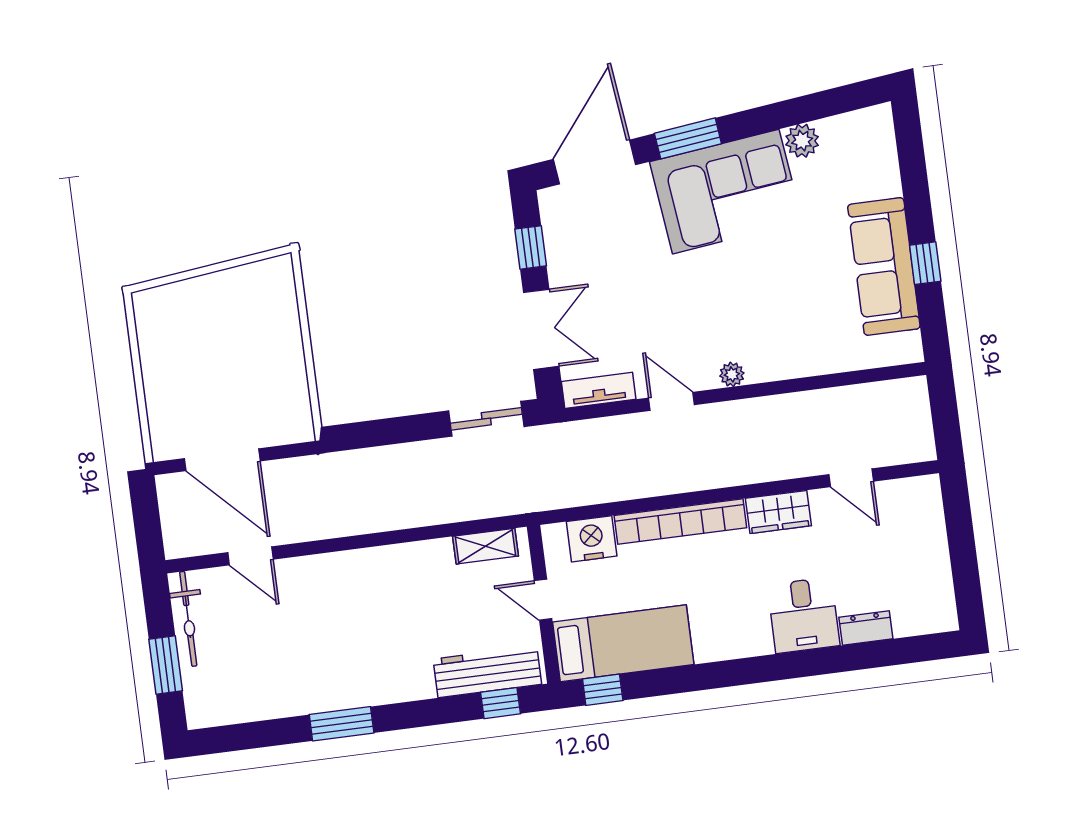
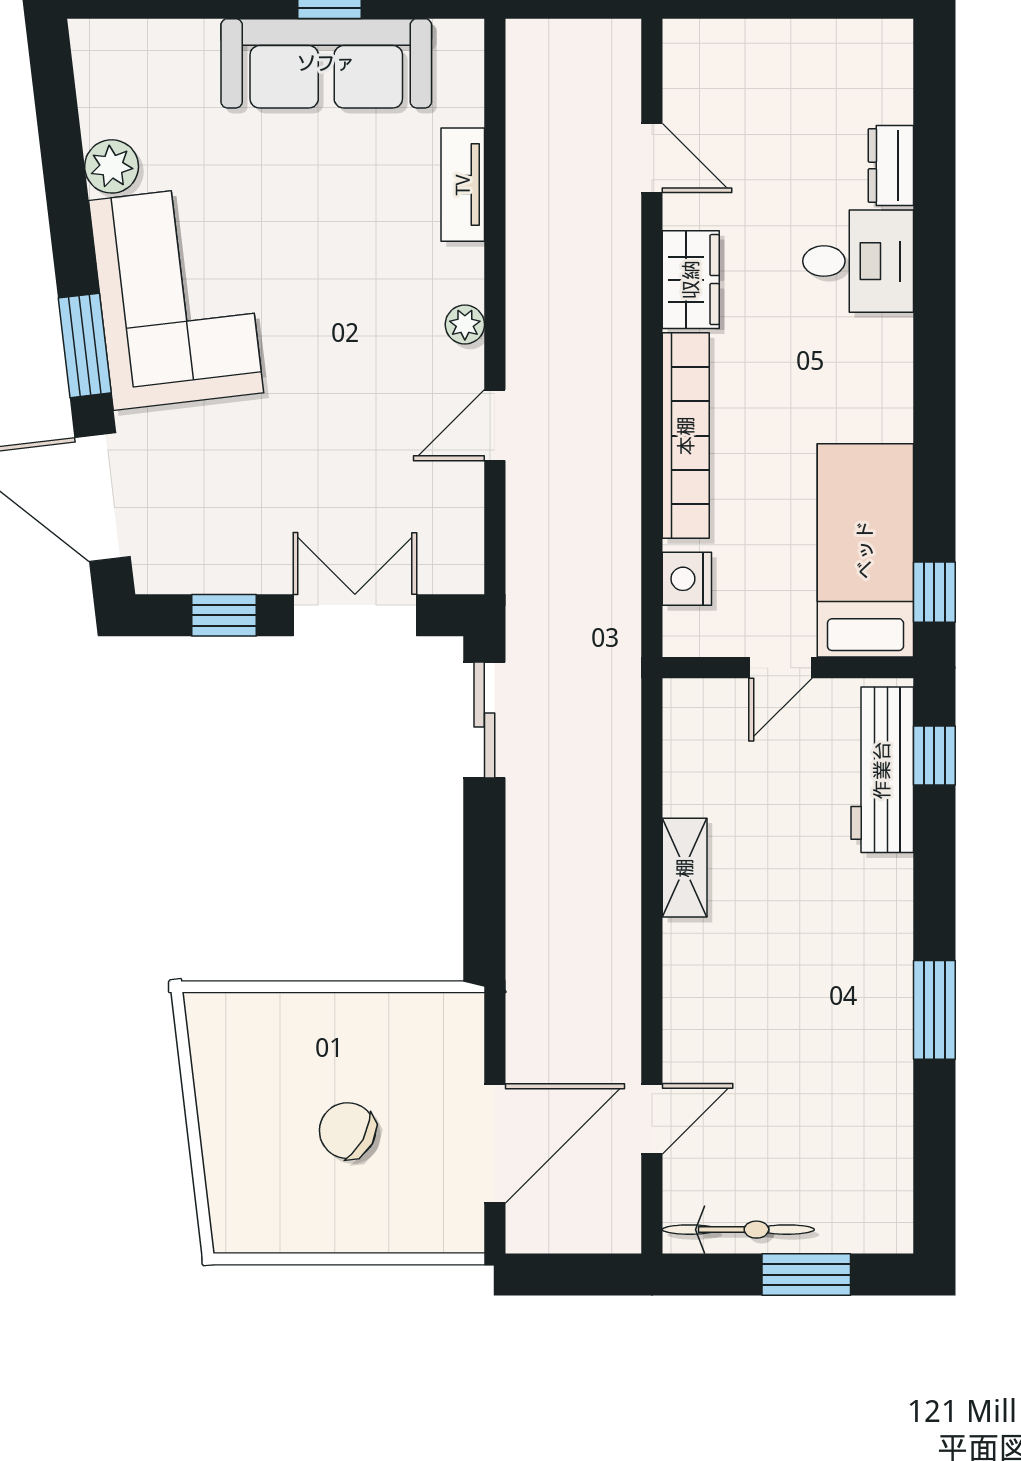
chair: (218, 366) -> (347, 1131), added
tv unit: (599, 390) -> (463, 185), moved
door: (851, 478) -> (652, 158), hinge flipped
nightstand: (592, 539) -> (687, 579), width x0.74, depth x0.75
shelving: (485, 546) -> (685, 868), moved

